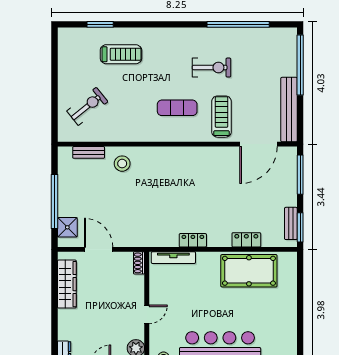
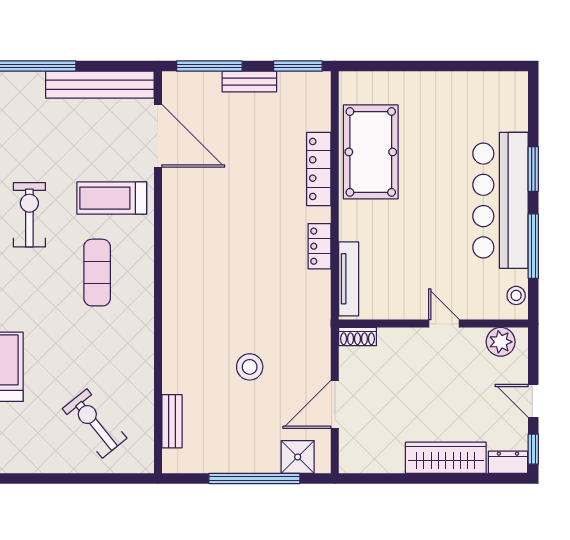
stool: (122, 164) -> (250, 367), moved
bench: (291, 223) -> (249, 82), moved
locker: (246, 240) -> (319, 169), width x1.53
wardrobe: (67, 284) -> (446, 458), moved

